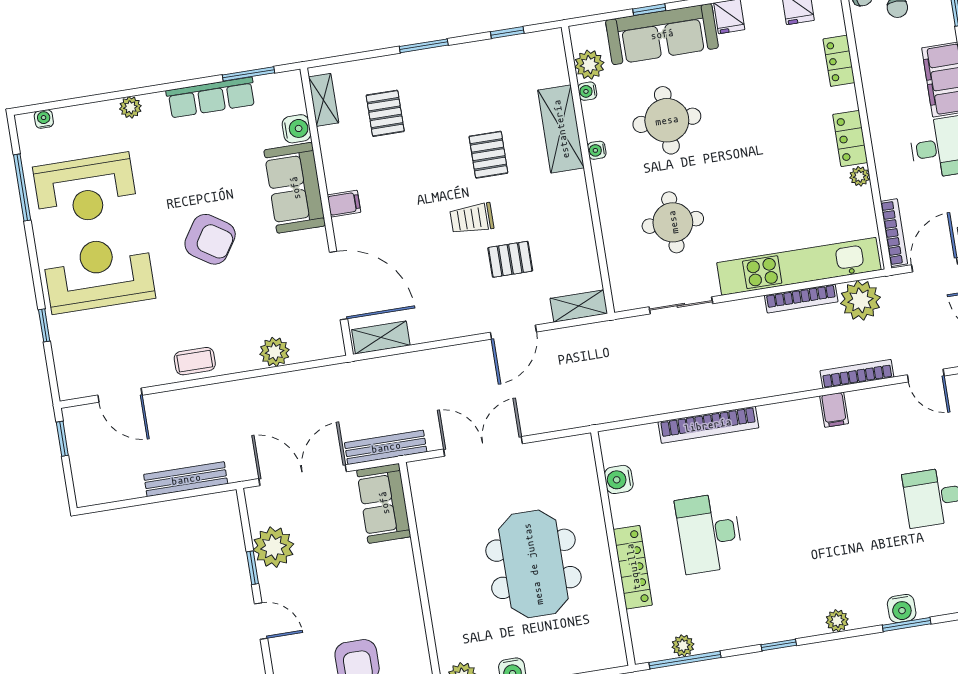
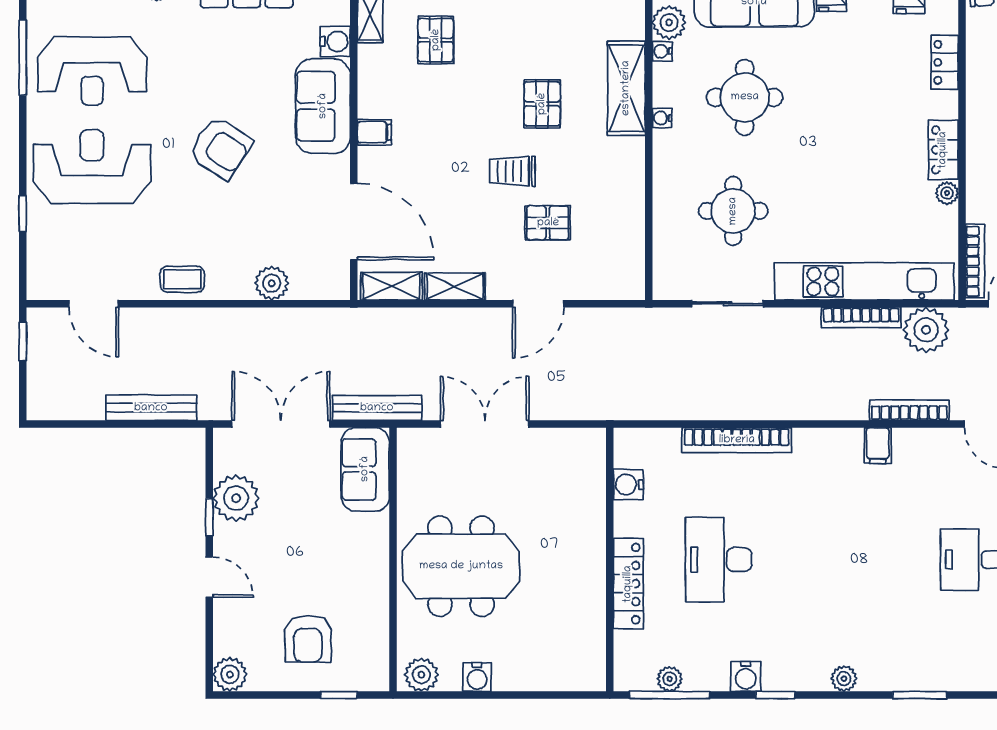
shelving: (579, 306) -> (455, 286), moved
meeting table: (533, 564) -> (461, 566), moved, turned 90
water cooler: (902, 608) -> (746, 676), moved

